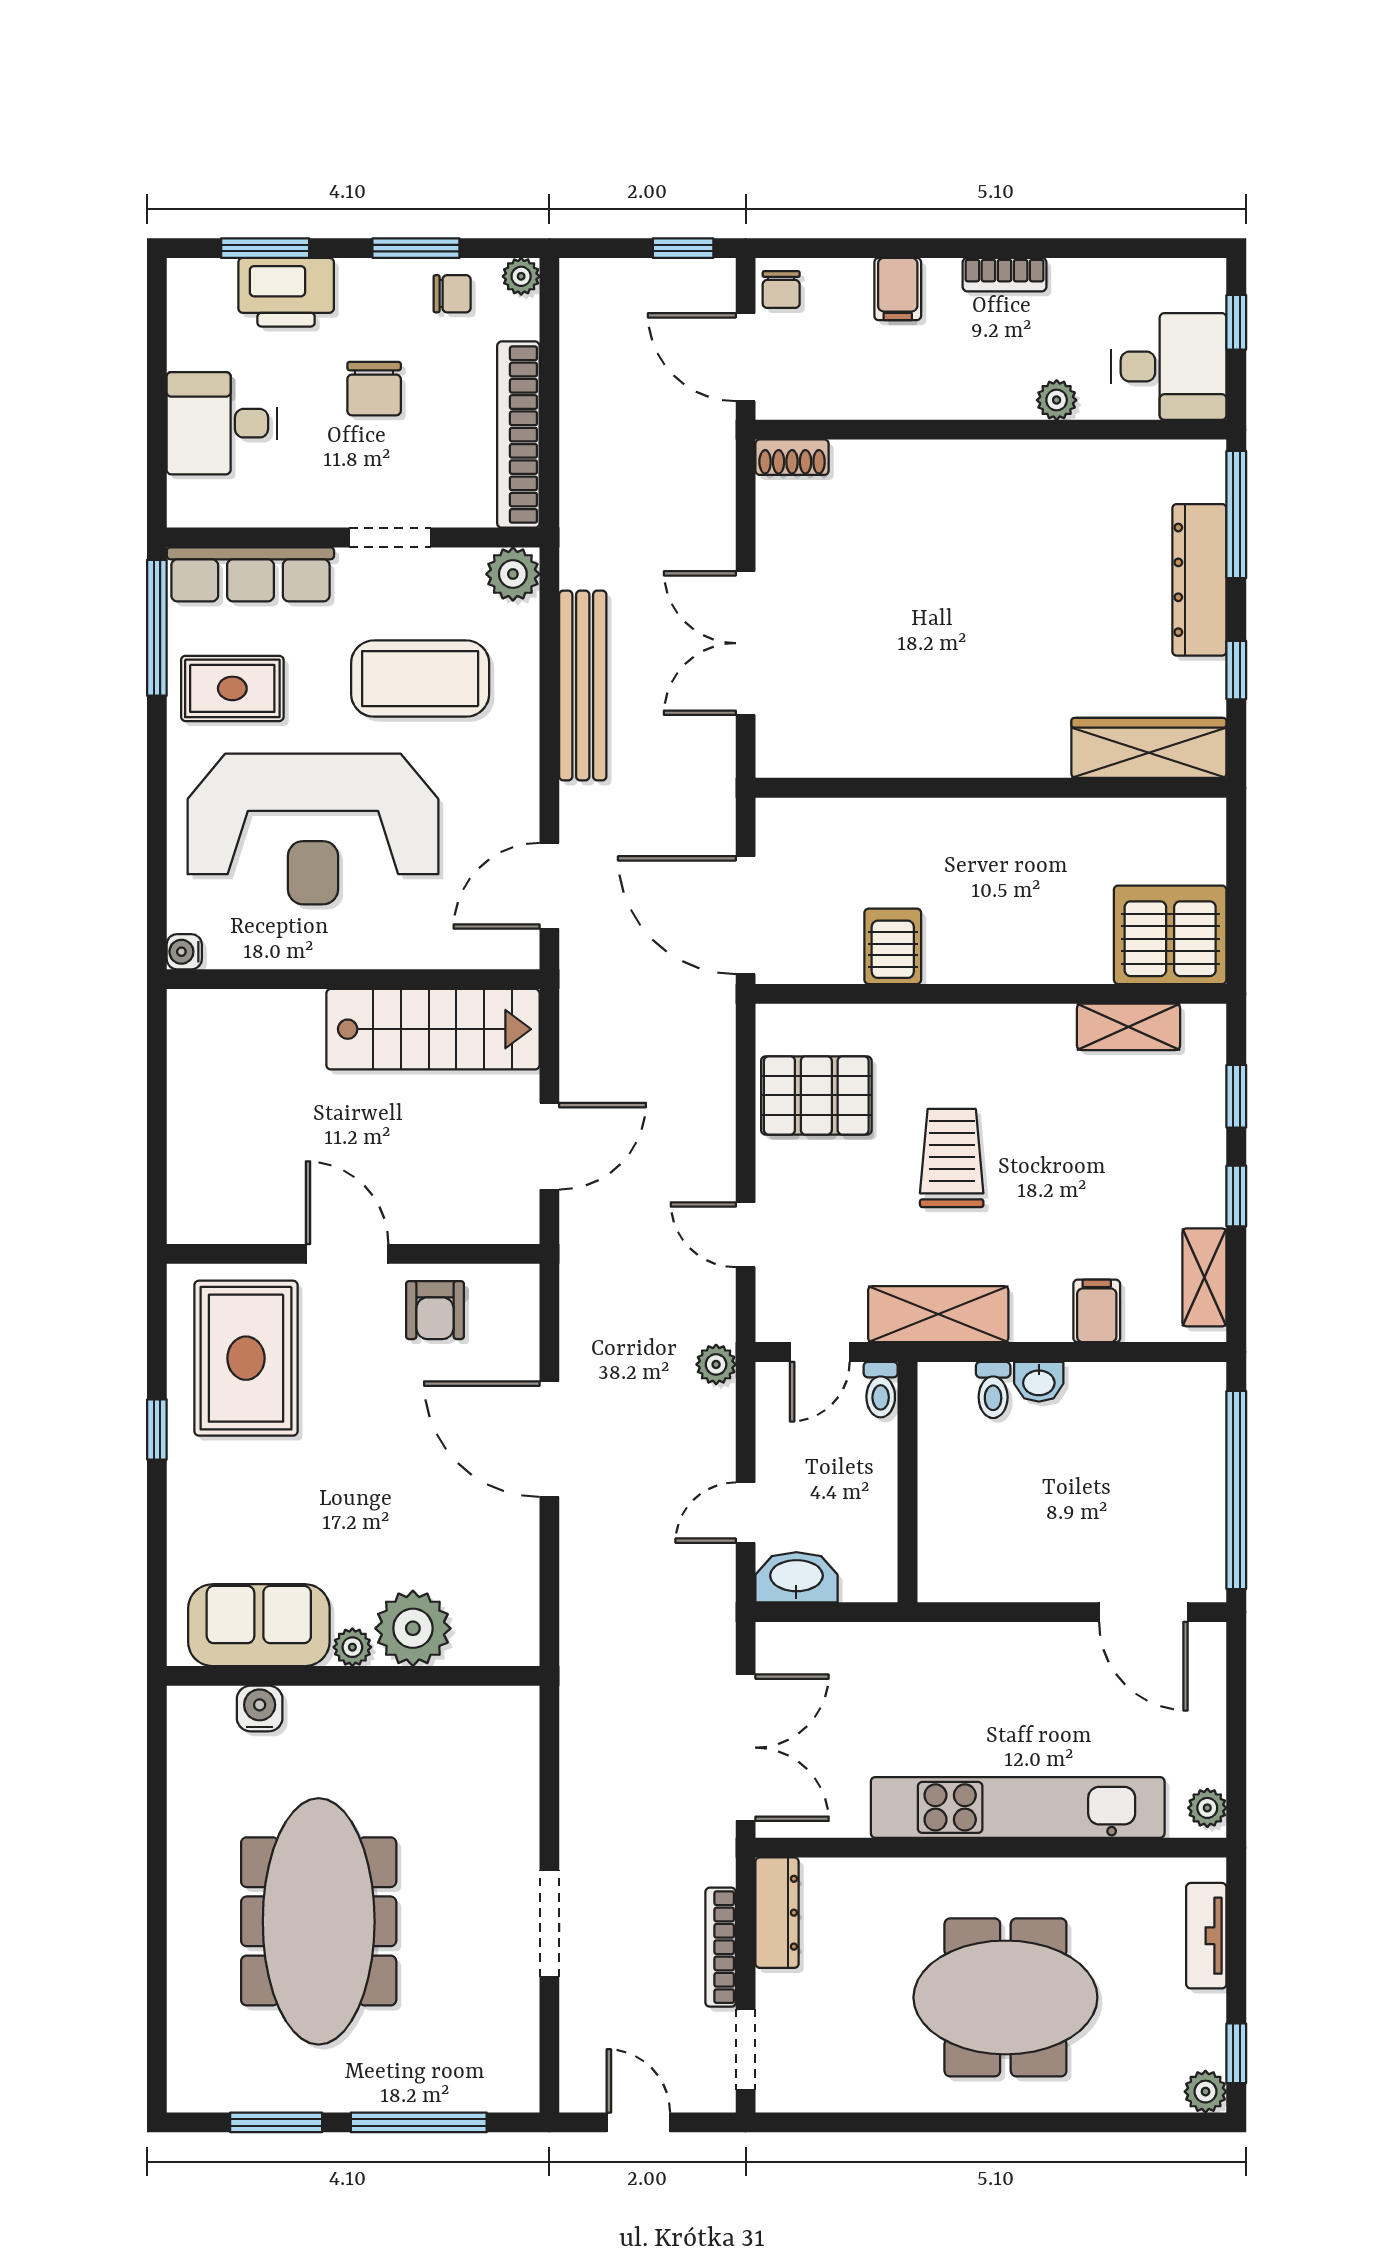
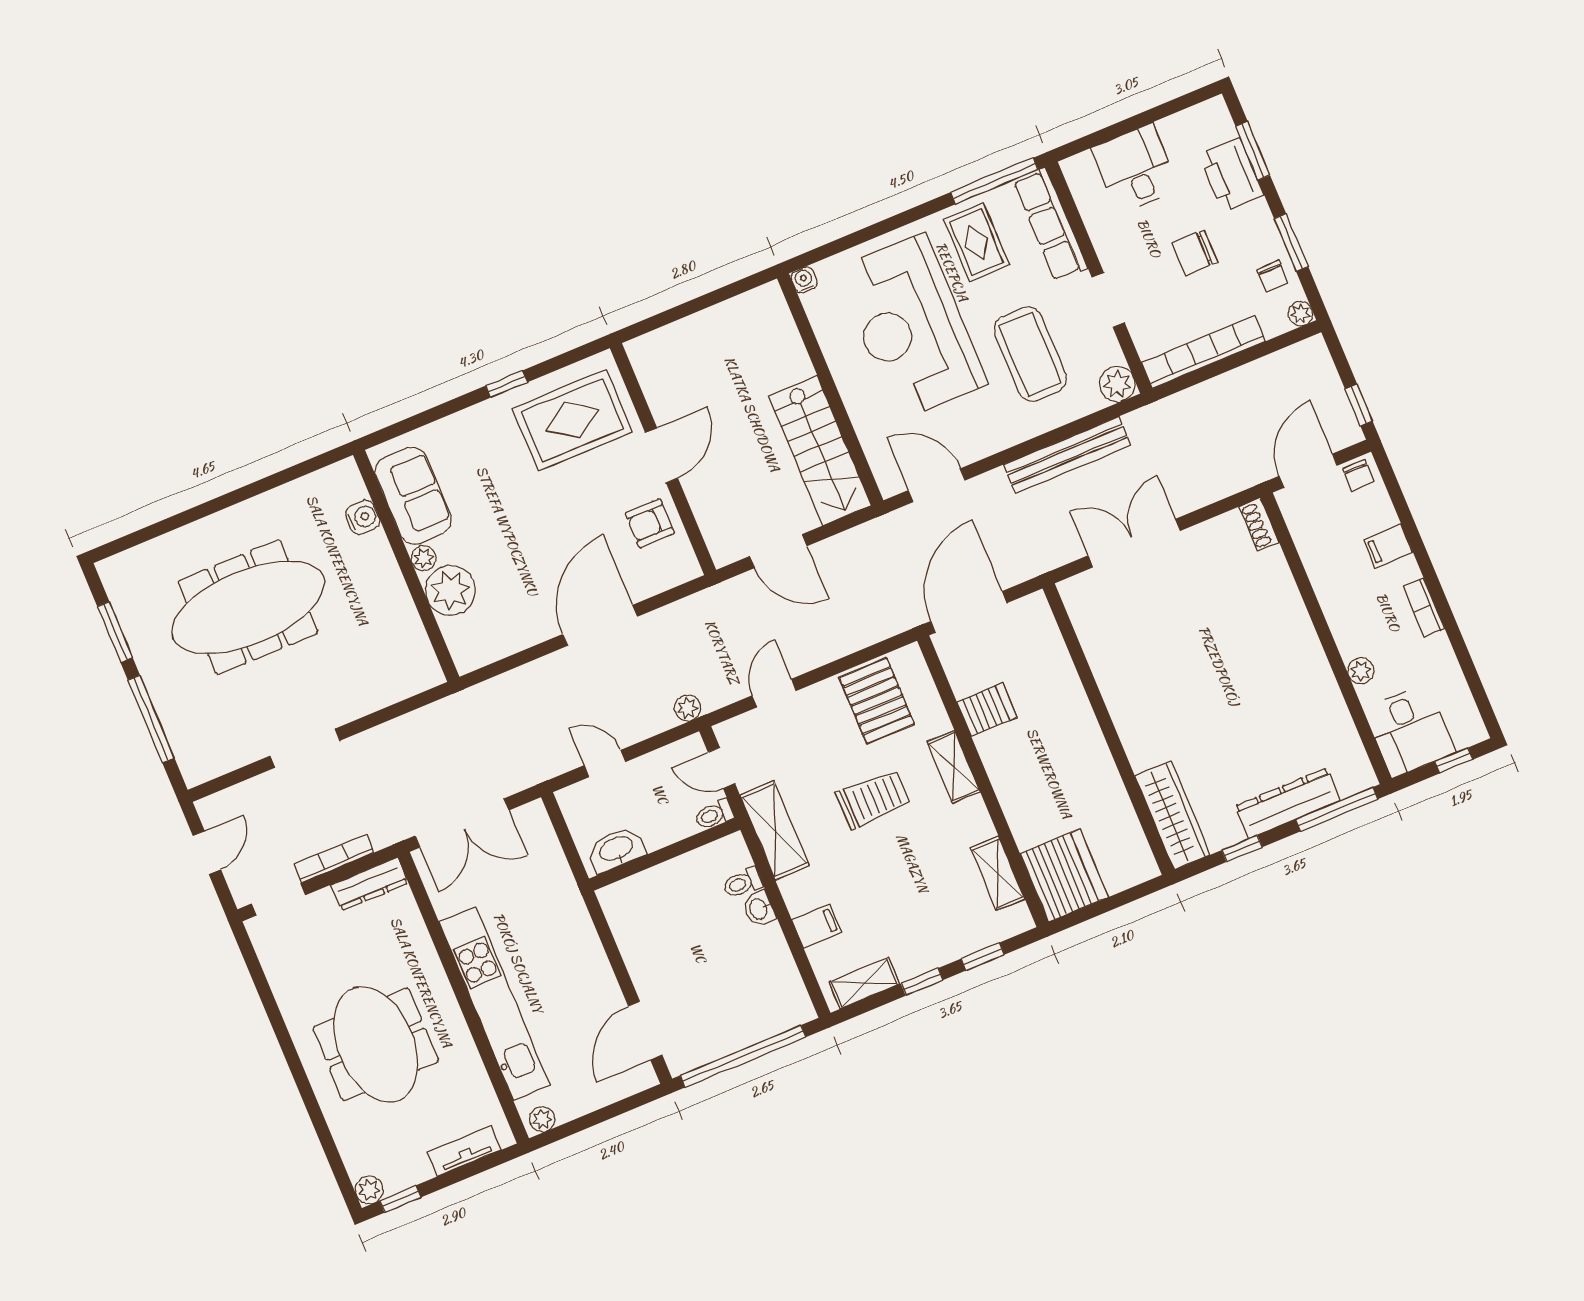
chair: (781, 290) -> (1358, 475), turned -90
shelving: (953, 1026) -> (953, 767), added
washbasin: (796, 1577) -> (616, 849), moved, turned -90

